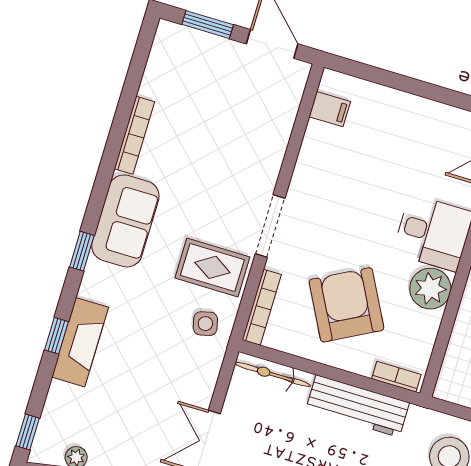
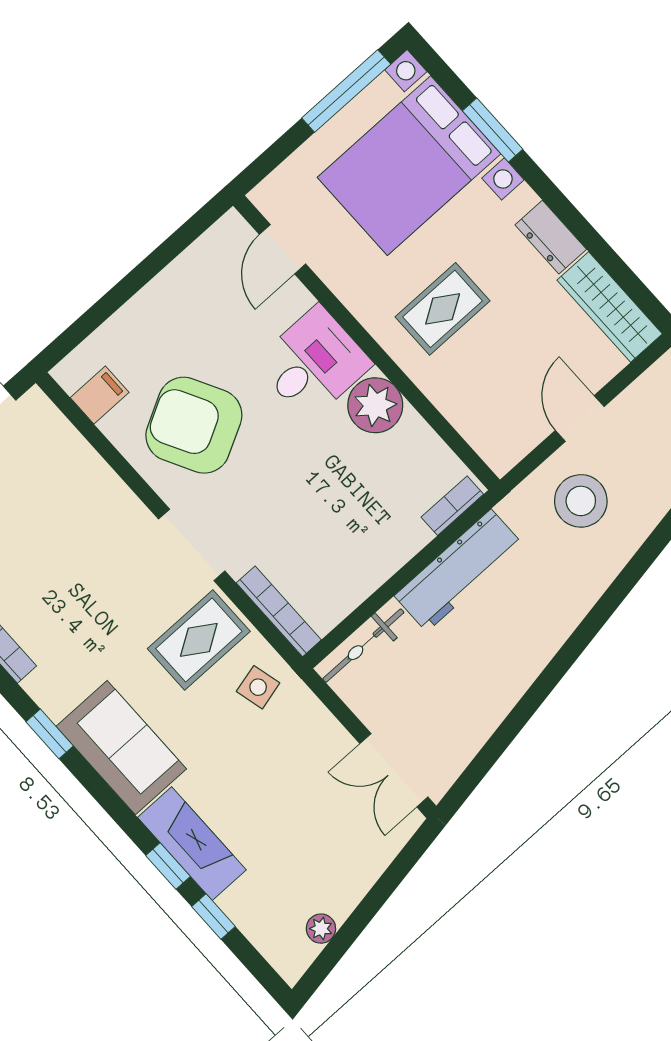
sofa: (125, 221) -> (121, 748), moved
window: (82, 251) -> (50, 734), moved
armchair: (346, 305) -> (194, 425), moved
window: (28, 432) -> (213, 917), moved

